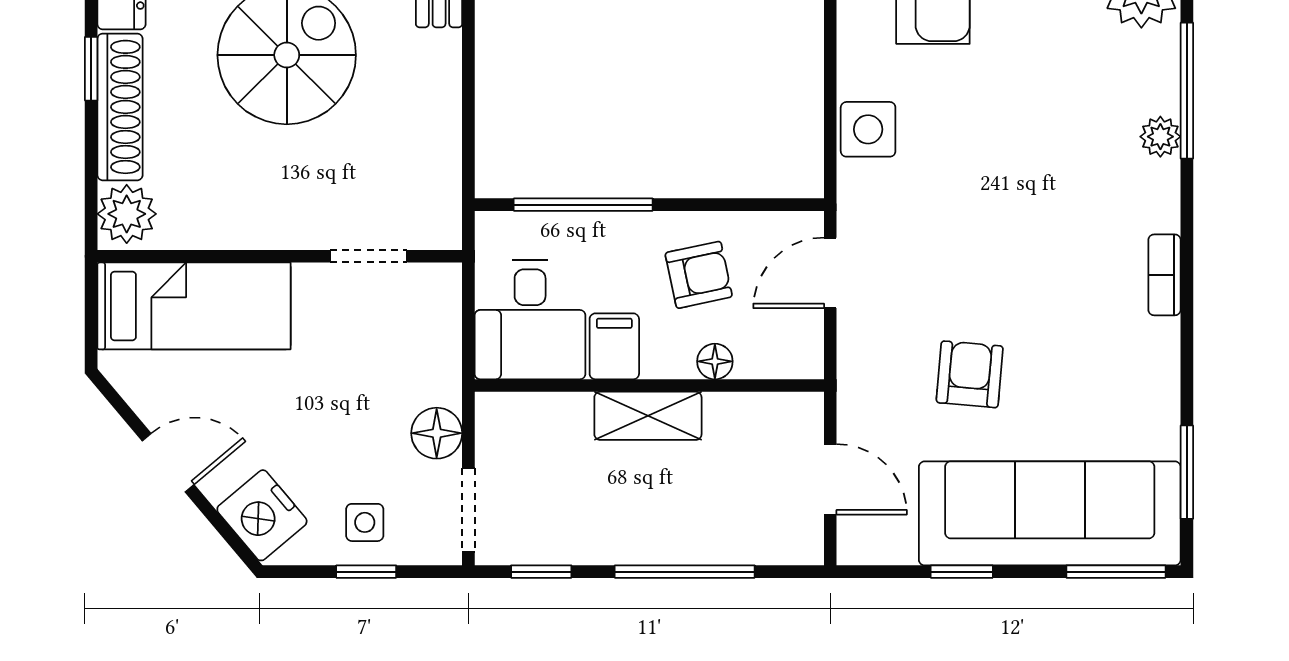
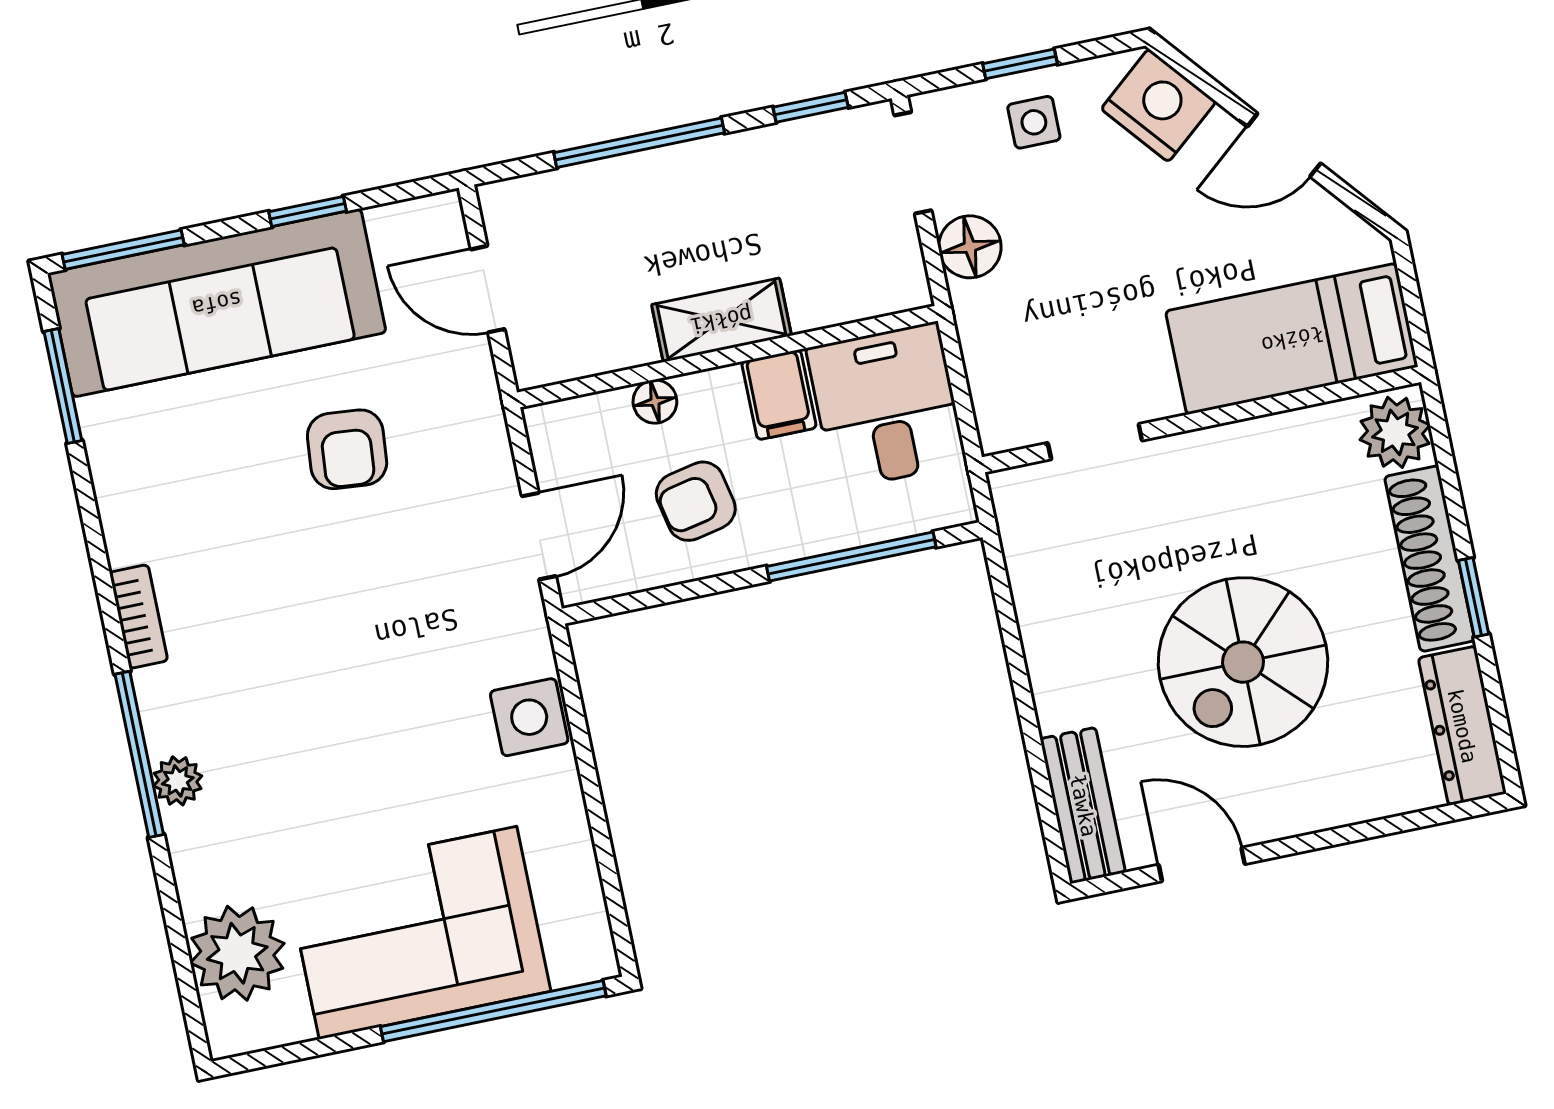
window: (1187, 91) -> (139, 754), moved

